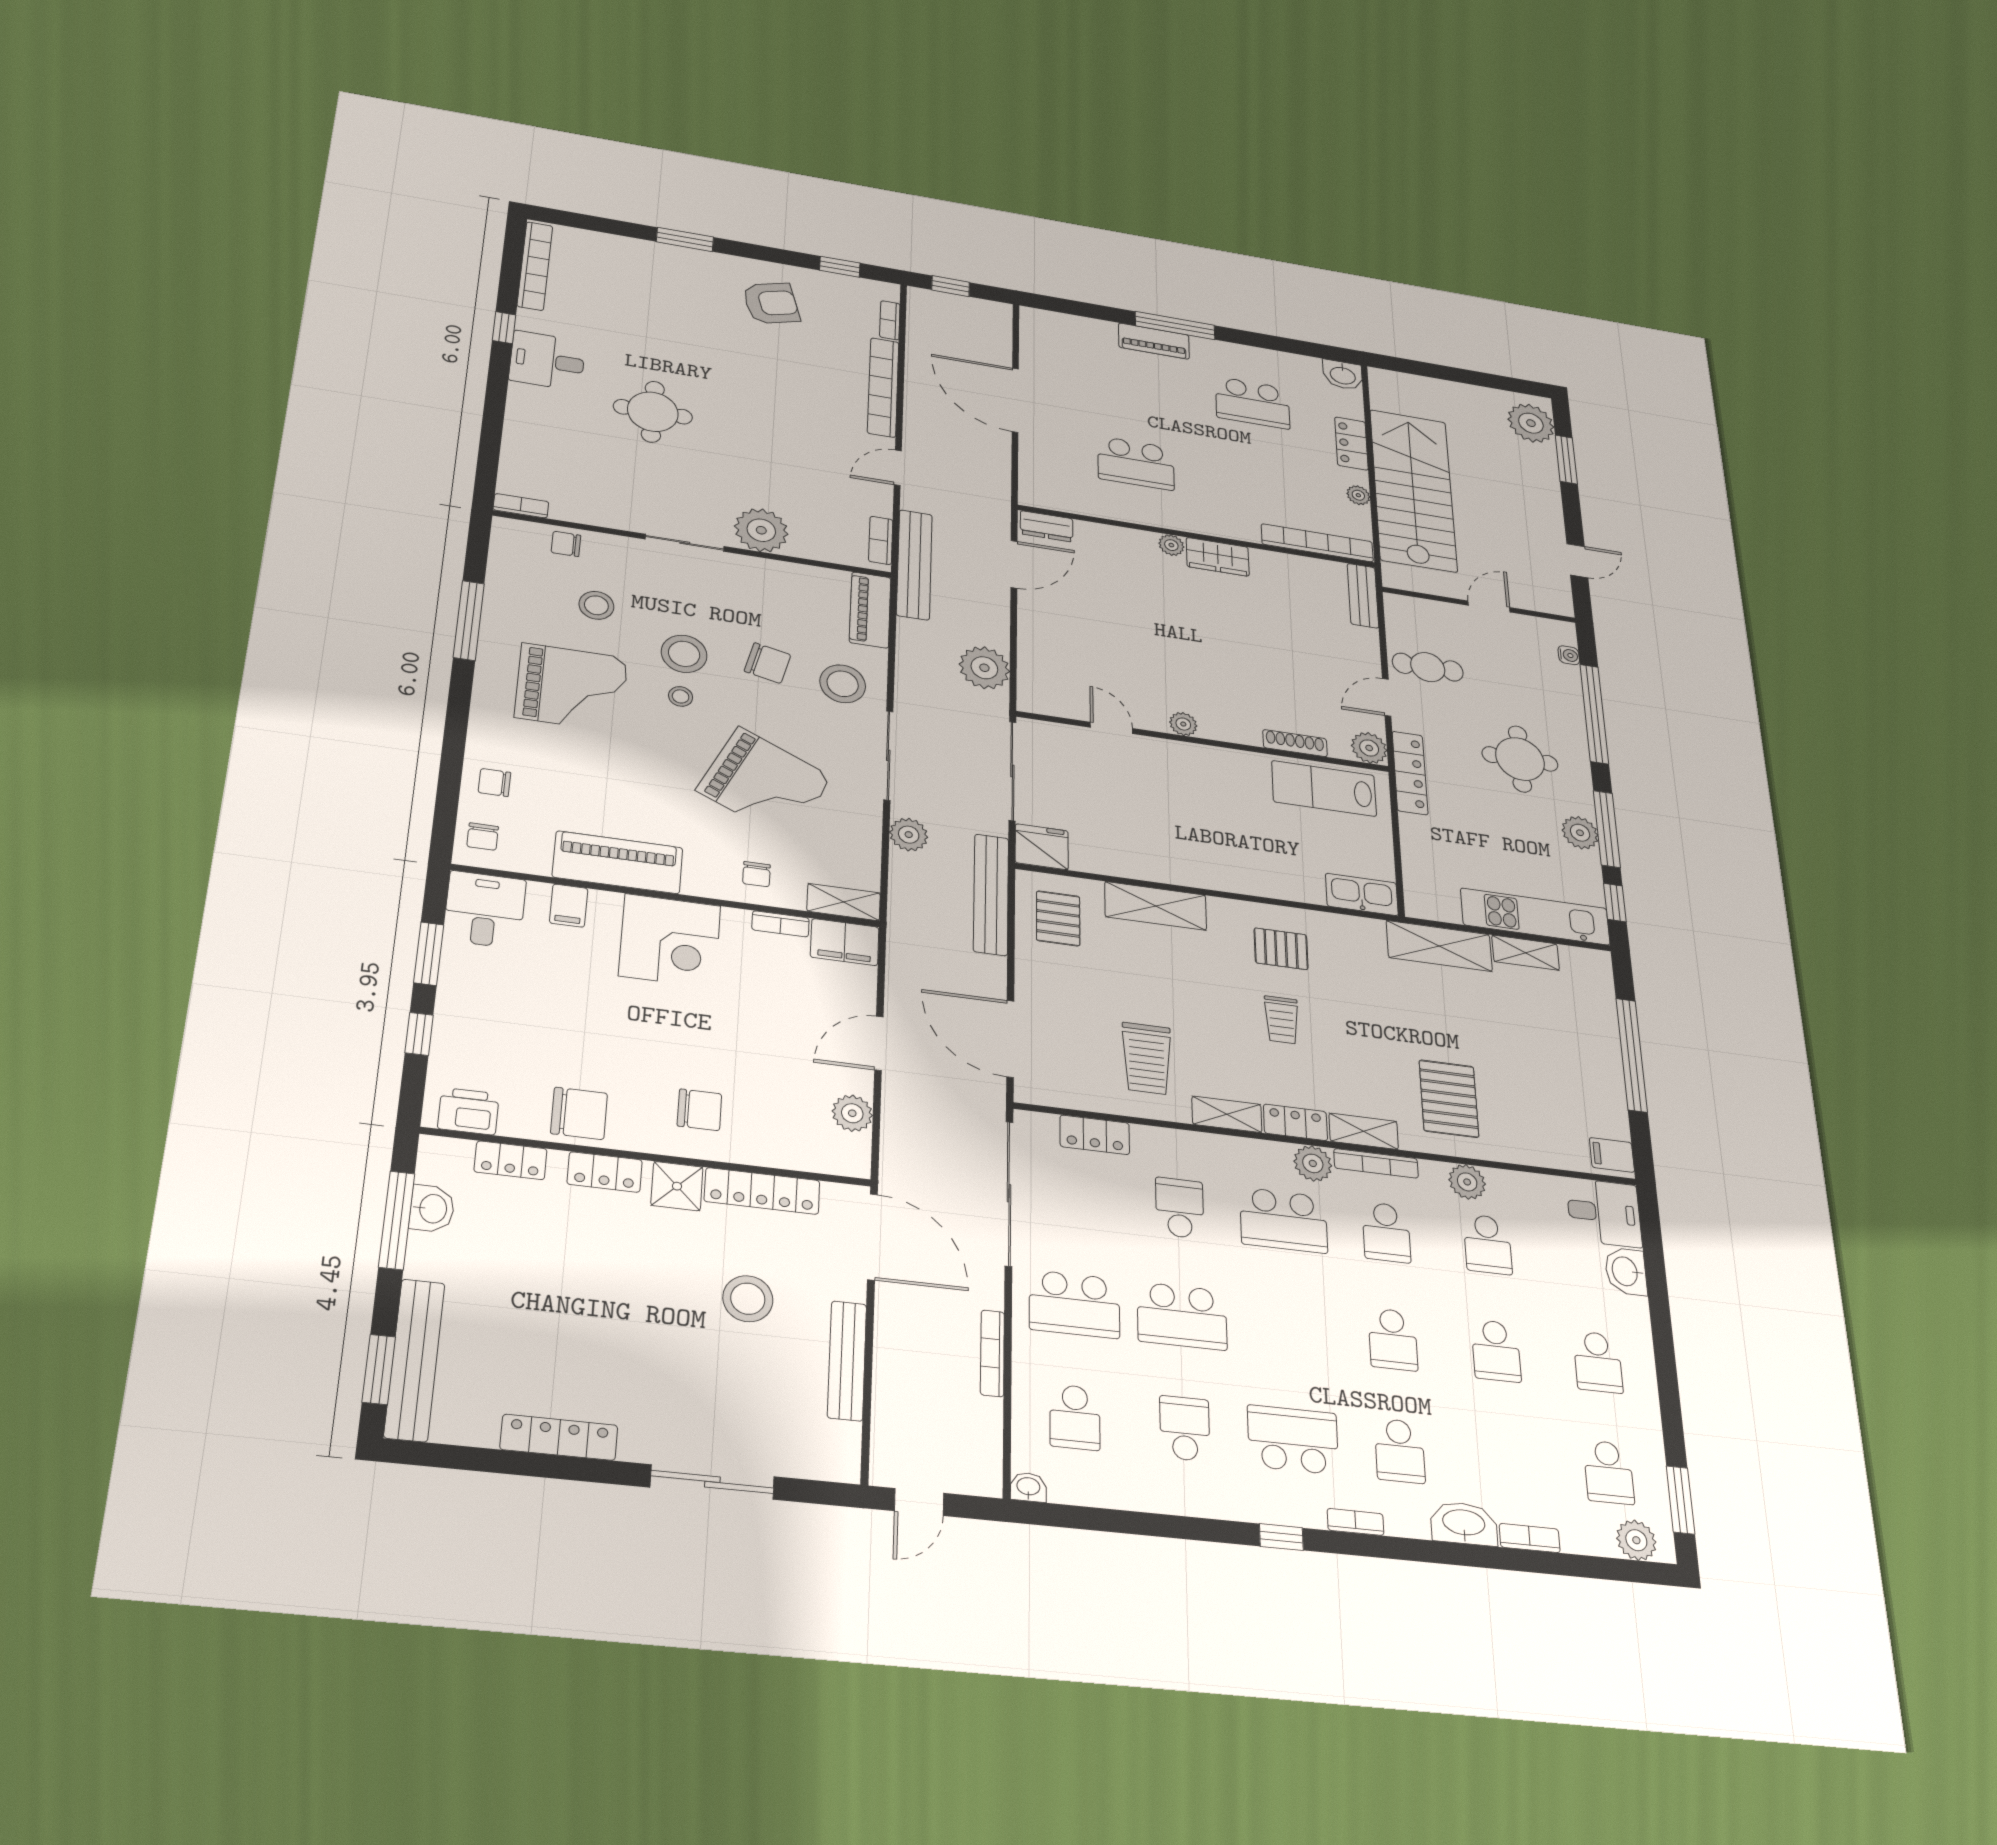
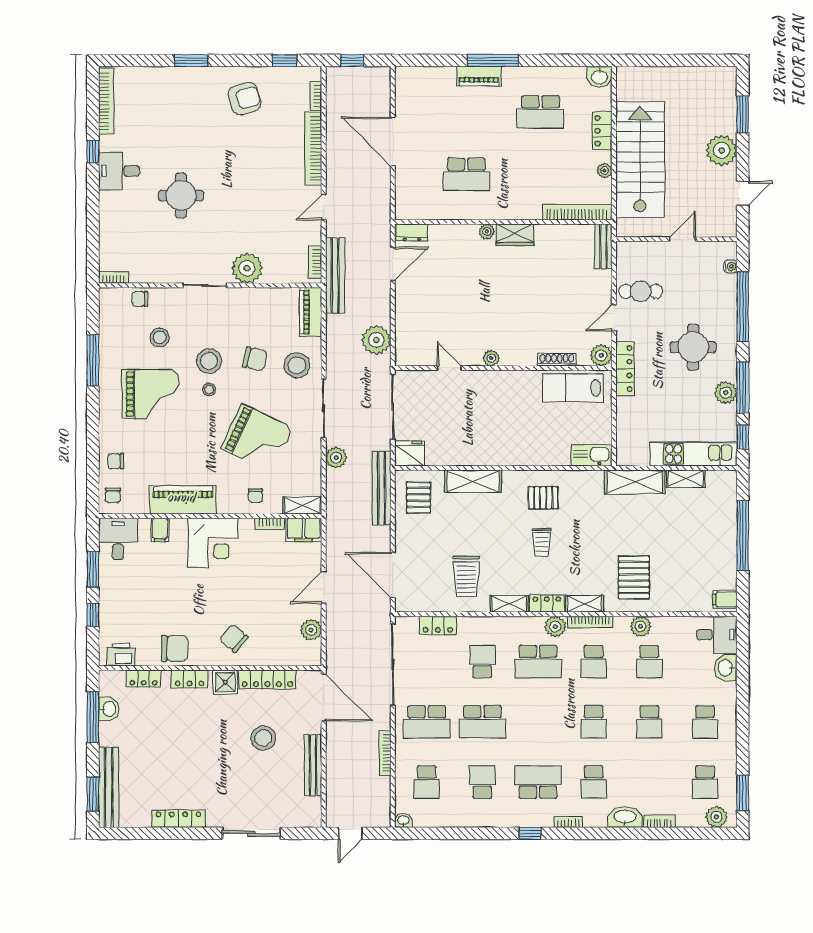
plant: (1531, 423) -> (722, 150), moved
chair: (700, 1110) -> (234, 638), turned -140

